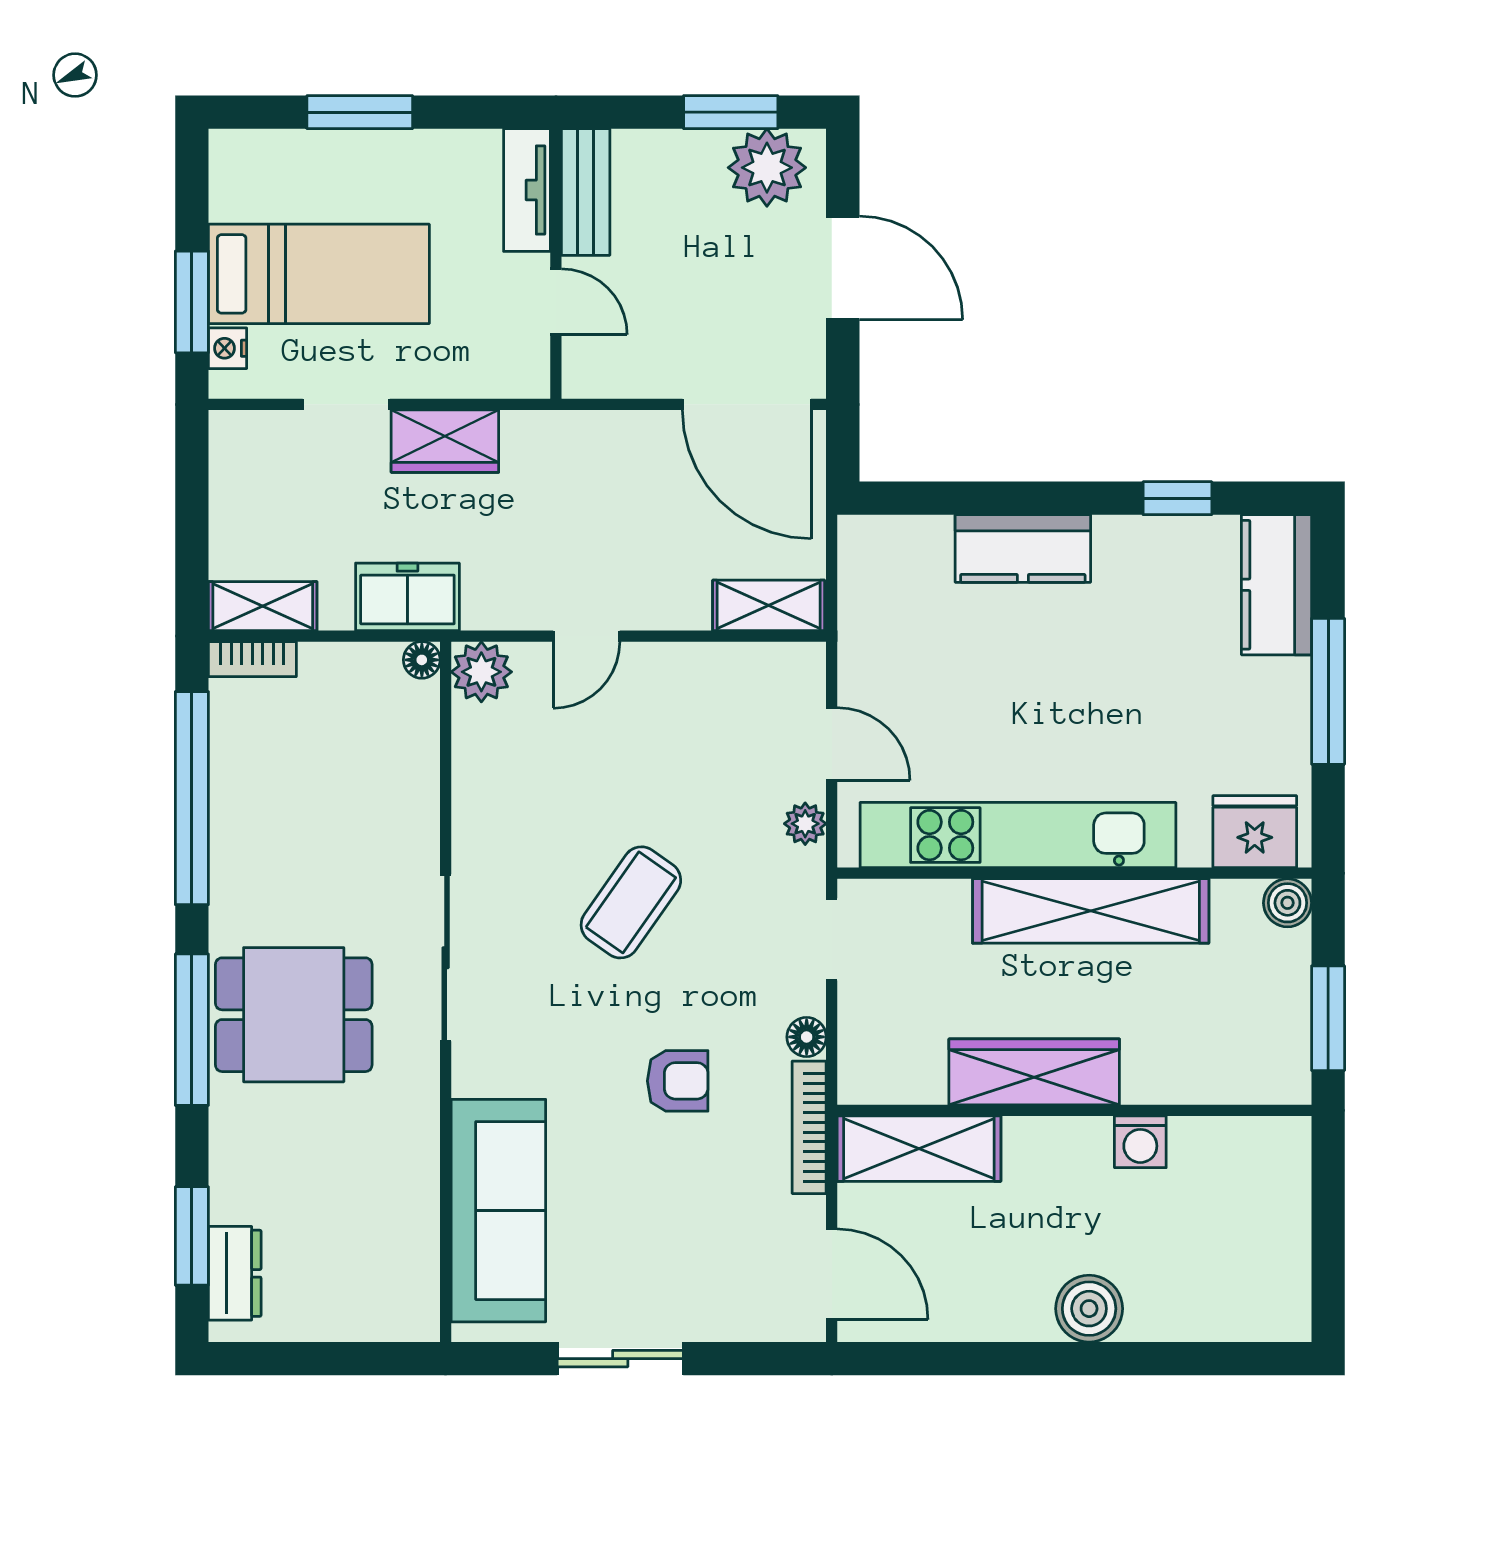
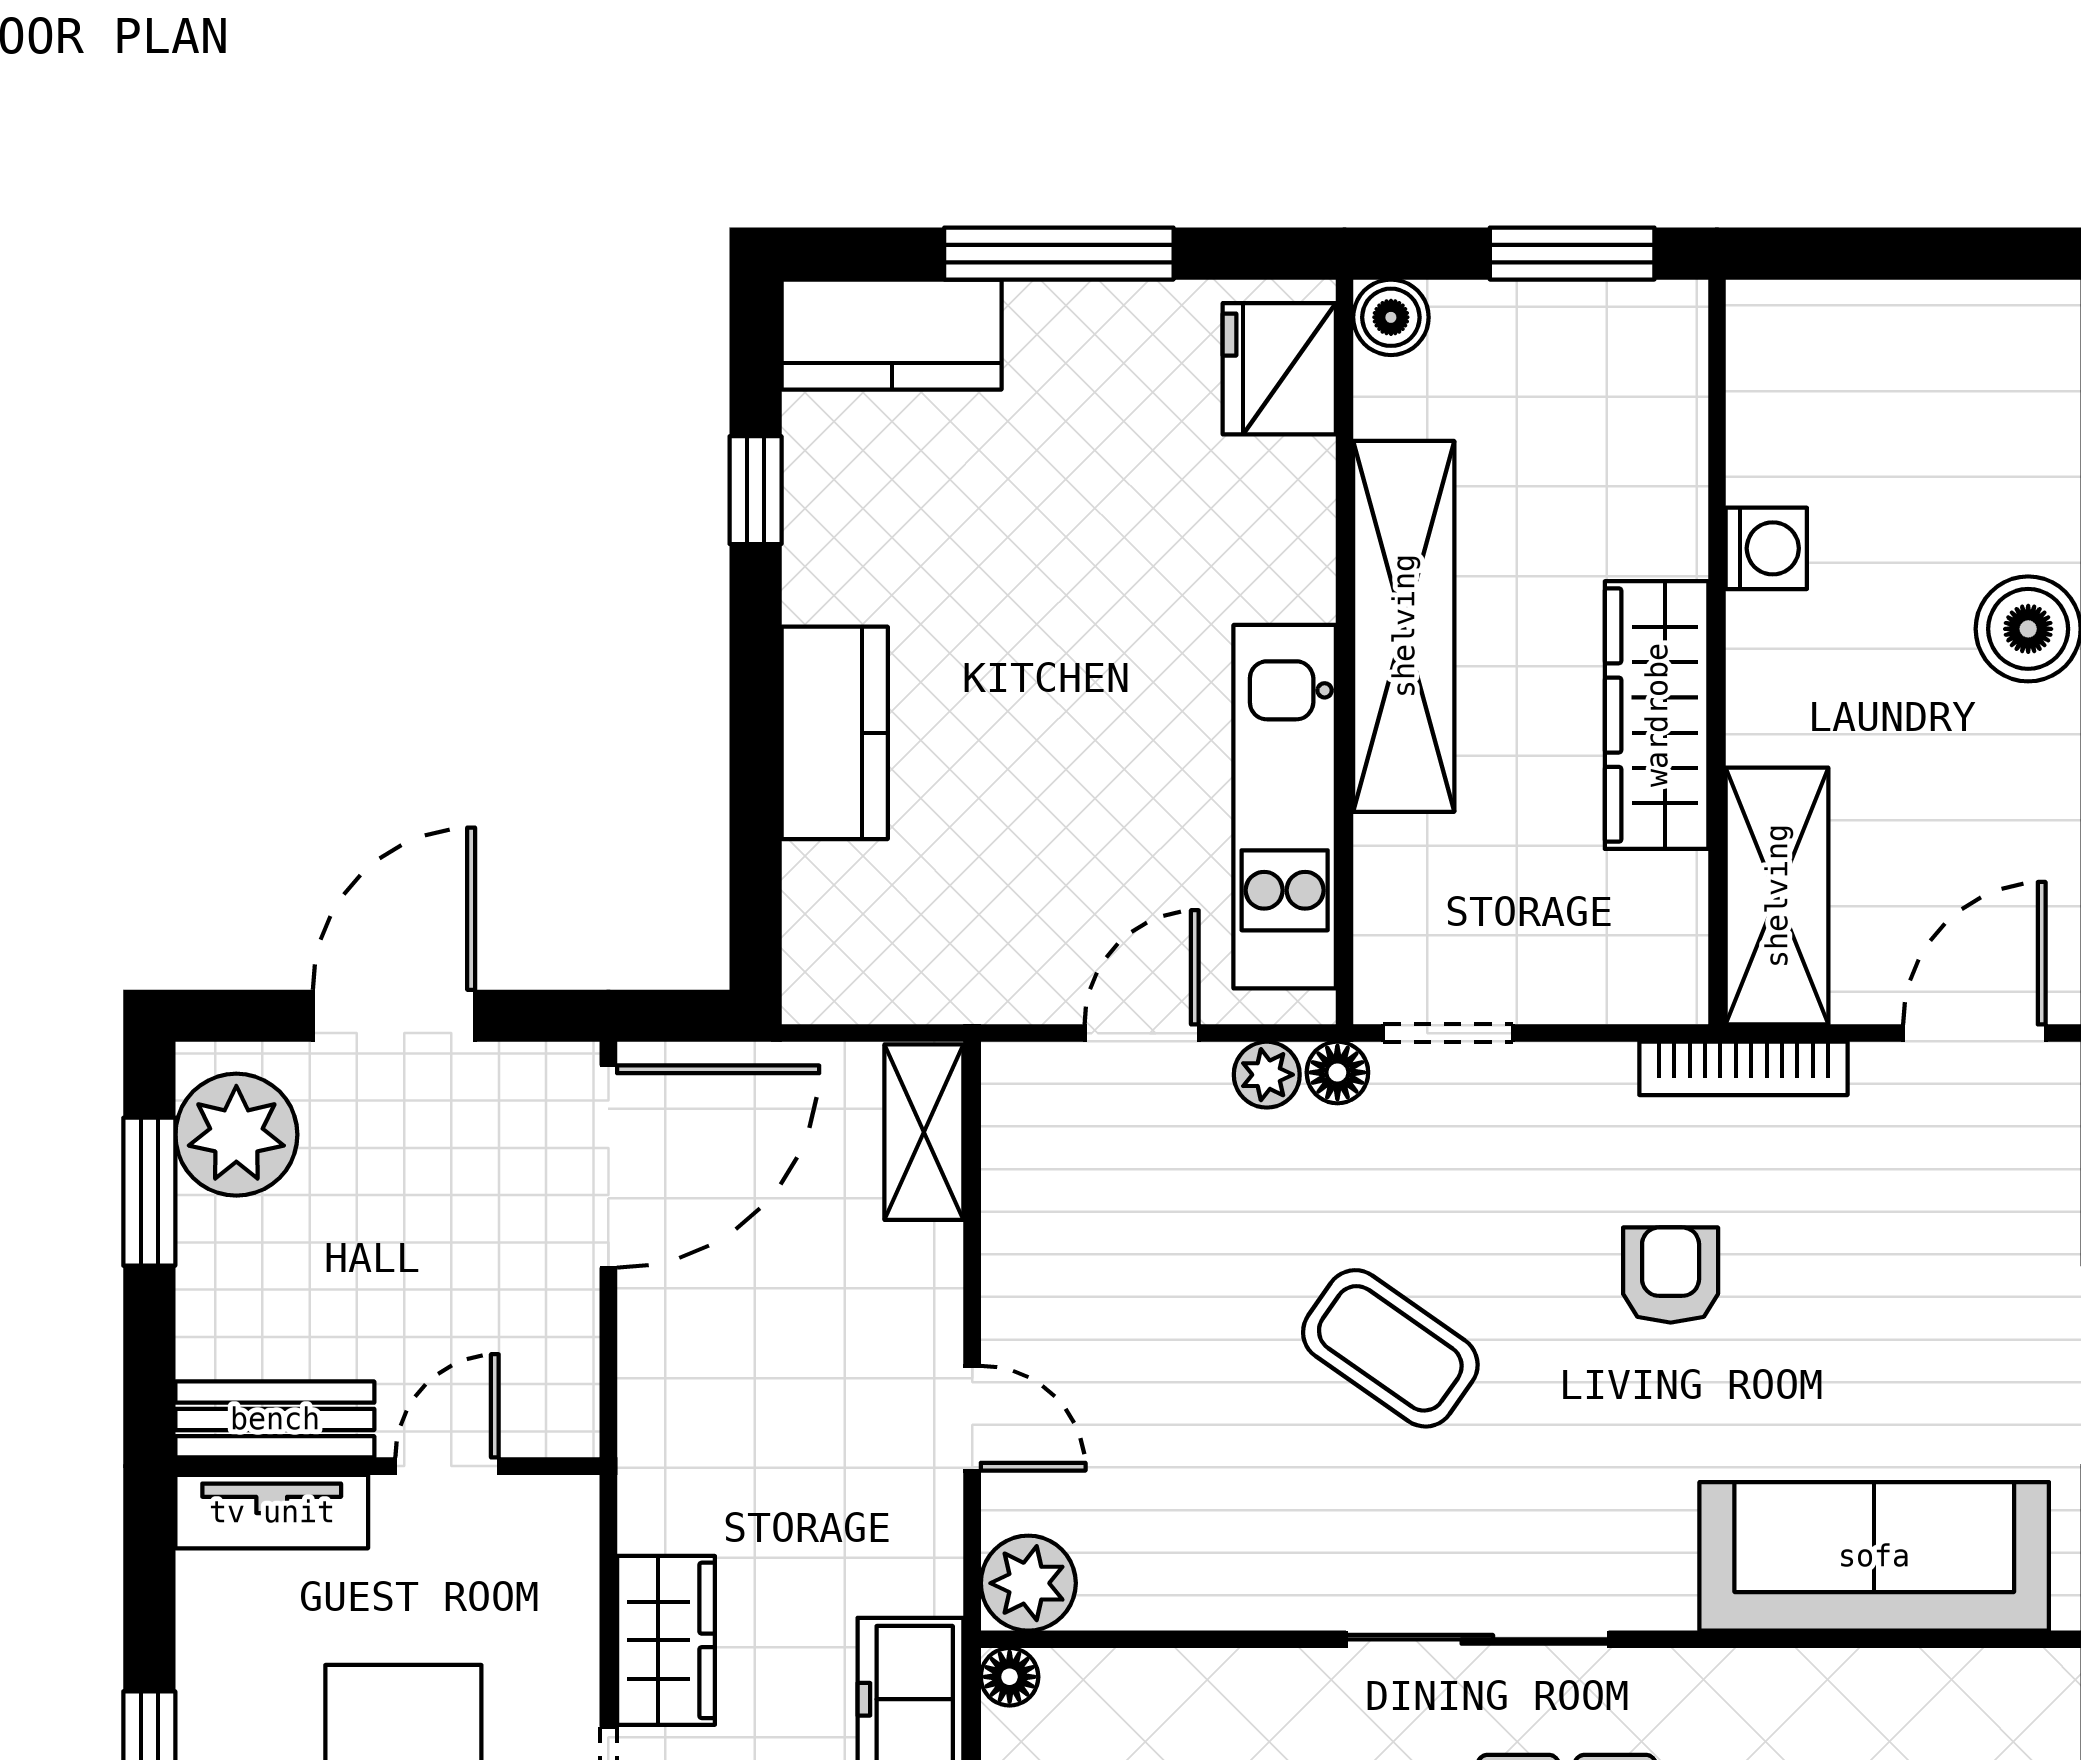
kitchen unit: (1018, 835) -> (1285, 807), width x0.73
floor lamp: (807, 1037) -> (1337, 1072), moved

